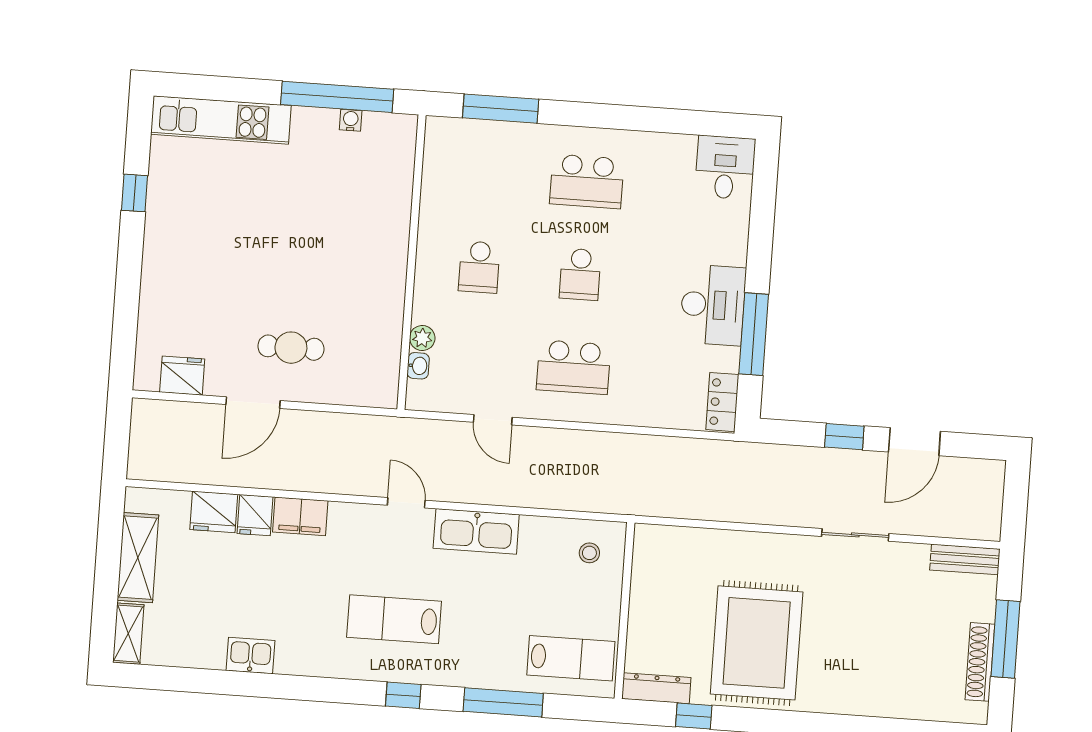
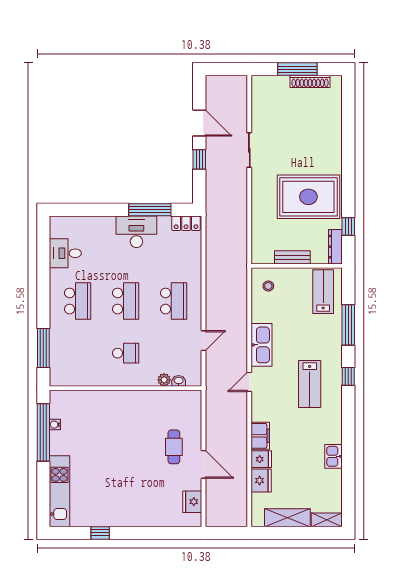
desk: (725, 167) -> (65, 253), moved
school desk: (580, 274) -> (126, 301), width x1.85
bench: (965, 559) -> (292, 257), moved, turned 90

